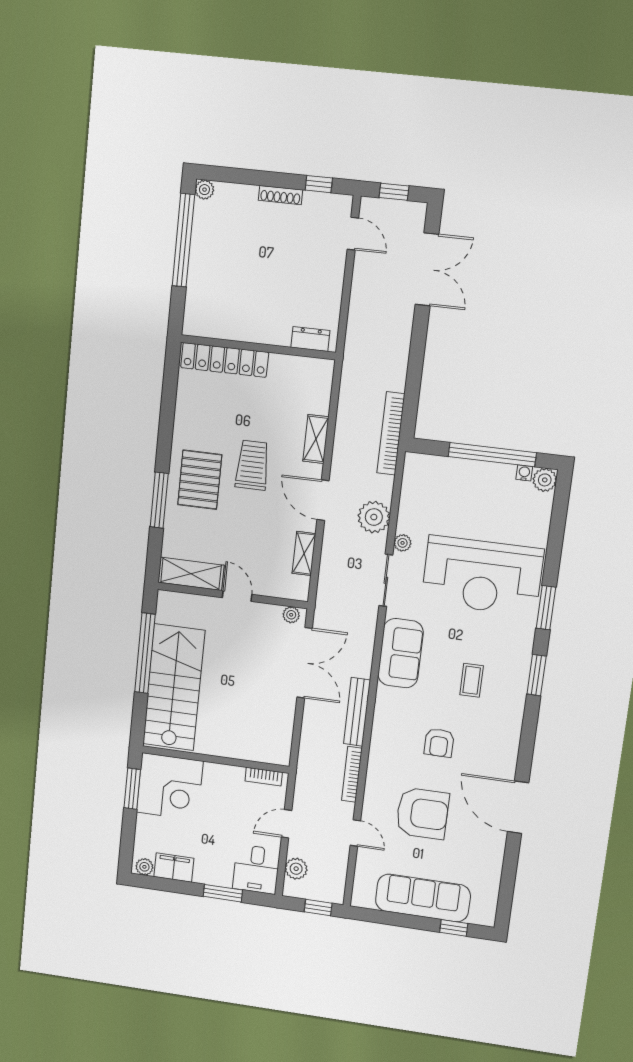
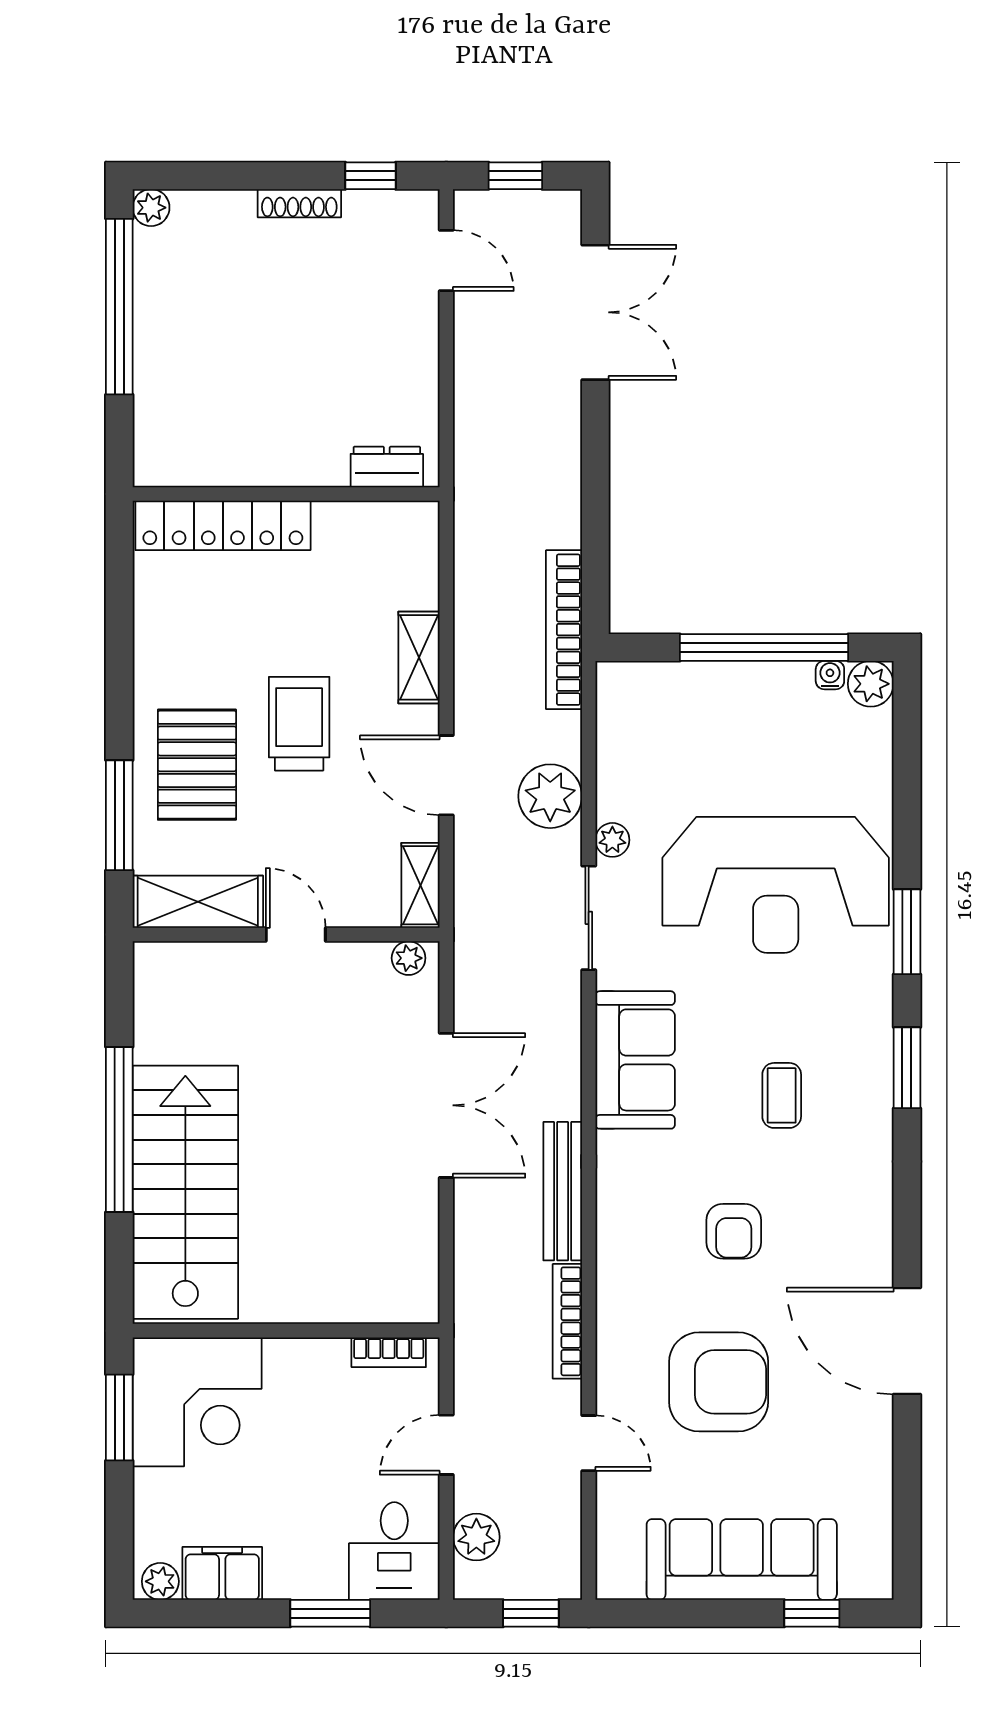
shelving: (191, 574) -> (198, 902), moved
wall: (232, 595) -> (286, 935), moved
door: (237, 596) -> (296, 935), moved
plant: (291, 615) -> (409, 958), moved

